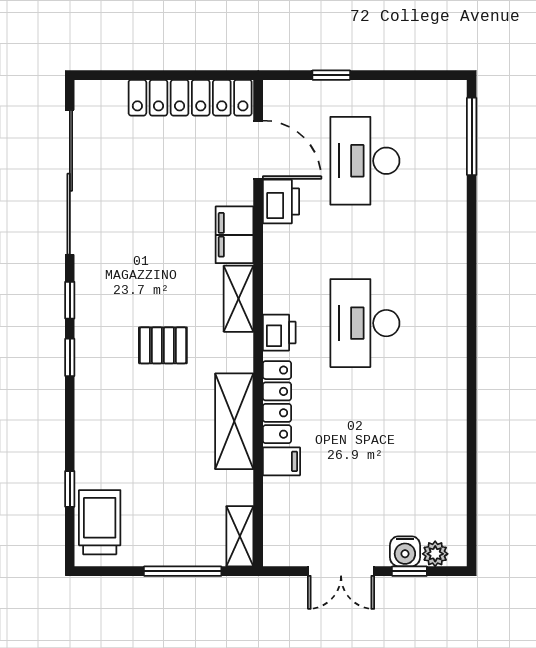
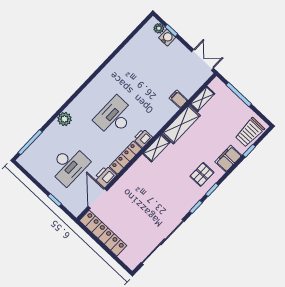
filing cabinet: (235, 235) -> (228, 159), moved, turned 180
plant: (450, 235) -> (64, 119), added
shelving: (239, 299) -> (156, 148), moved
desk: (365, 323) -> (115, 117), turned 180
pallet: (163, 345) -> (202, 174), moved, turned 90
locker: (277, 402) -> (126, 158), moved
shelving: (240, 536) -> (202, 99), moved
double door: (341, 571) -> (202, 60), moved

